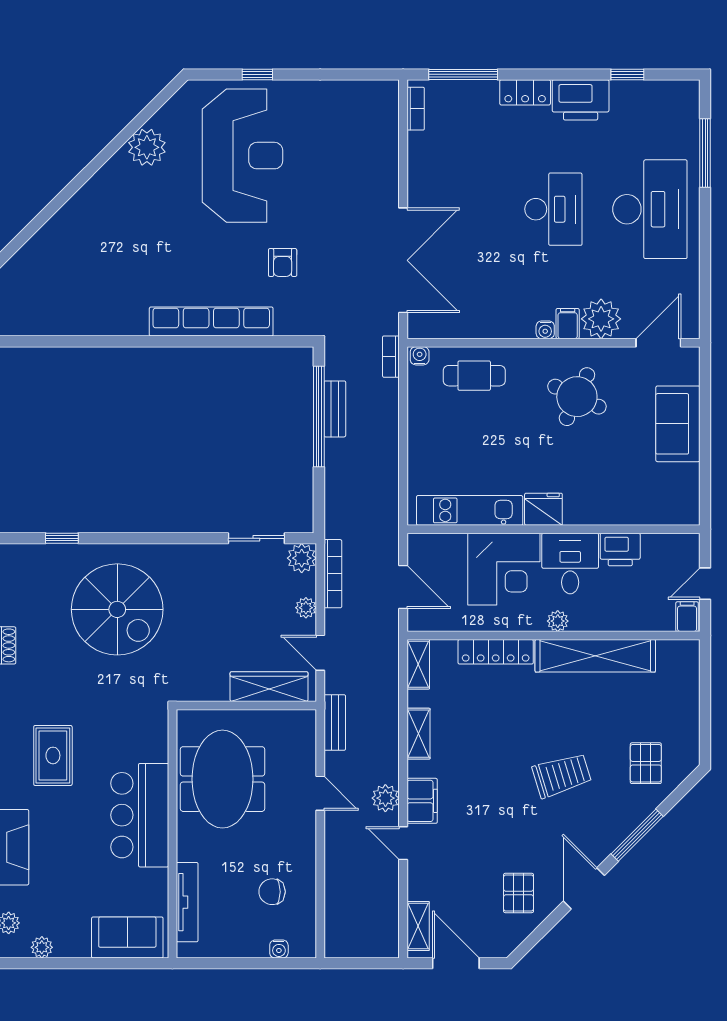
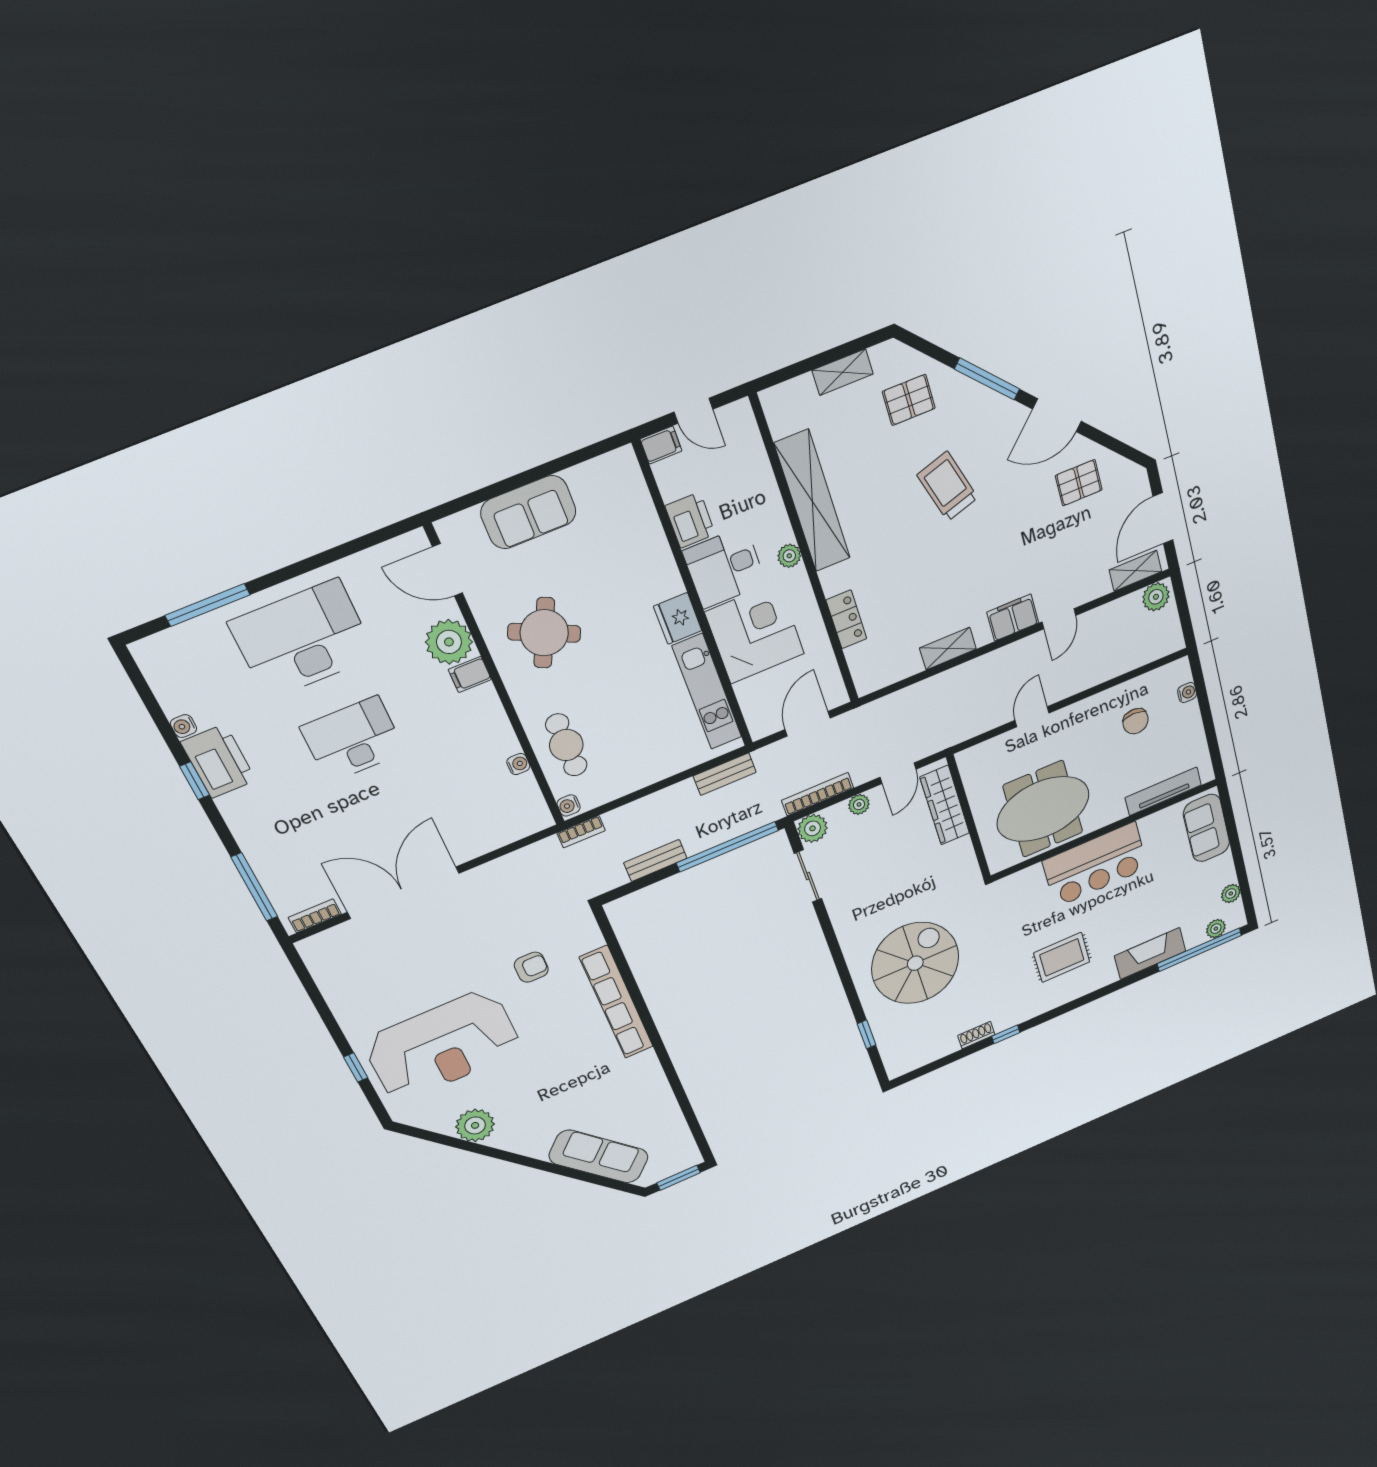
window: (627, 74) -> (195, 781), moved
water cooler: (620, 89) -> (184, 726), added
locker: (525, 92) -> (241, 820), removed
reception desk: (242, 156) -> (443, 1046), turned 180
sofa: (56, 242) -> (599, 1157), added
double door: (403, 260) -> (403, 893), moved
water cooler: (545, 330) -> (518, 764), moved
window: (319, 416) -> (727, 847), moved
filing cabinet: (687, 617) -> (661, 445), moved, turned 180
locker: (496, 652) -> (846, 619), width x0.66
shelving: (418, 664) -> (843, 372), moved
bench: (335, 723) -> (725, 774), moved
plant: (385, 798) -> (1156, 597), moved

